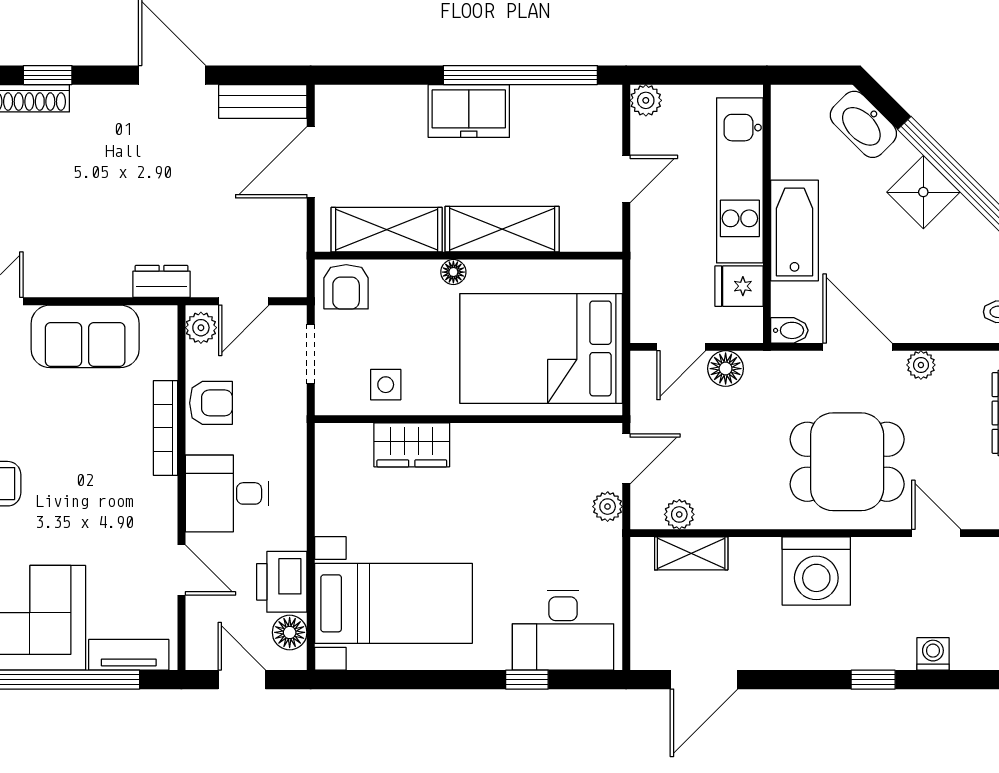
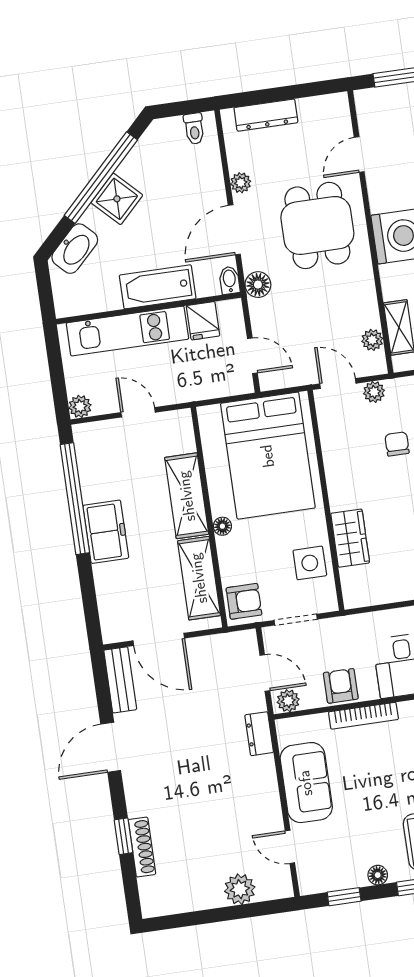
floor lamp: (726, 369) -> (258, 285), moved
side table: (386, 385) -> (310, 563), width x1.37, depth x1.37
chair: (532, 528) -> (397, 444), added

